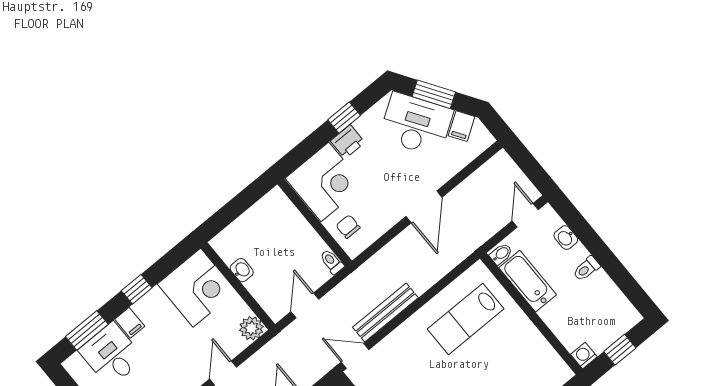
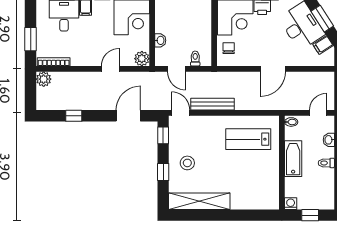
toilet: (332, 262) -> (195, 59), moved
washbasin: (242, 270) -> (160, 40), moved
bathtub: (528, 281) -> (293, 159), moved
door: (305, 305) -> (177, 69), swing flipped

